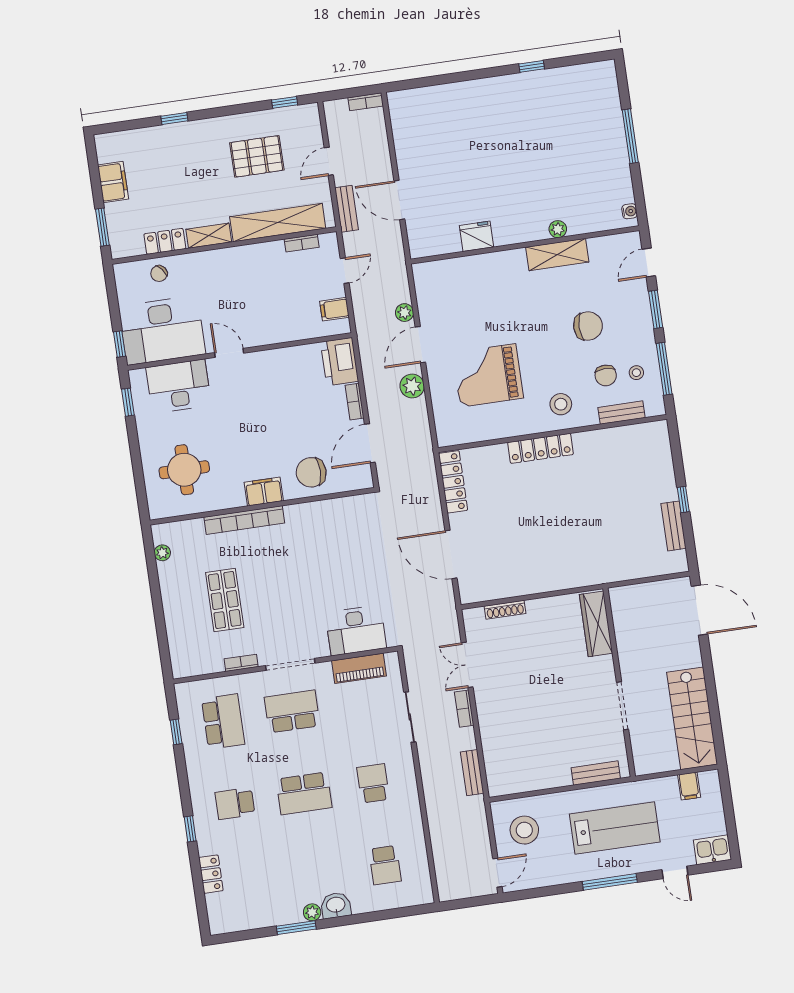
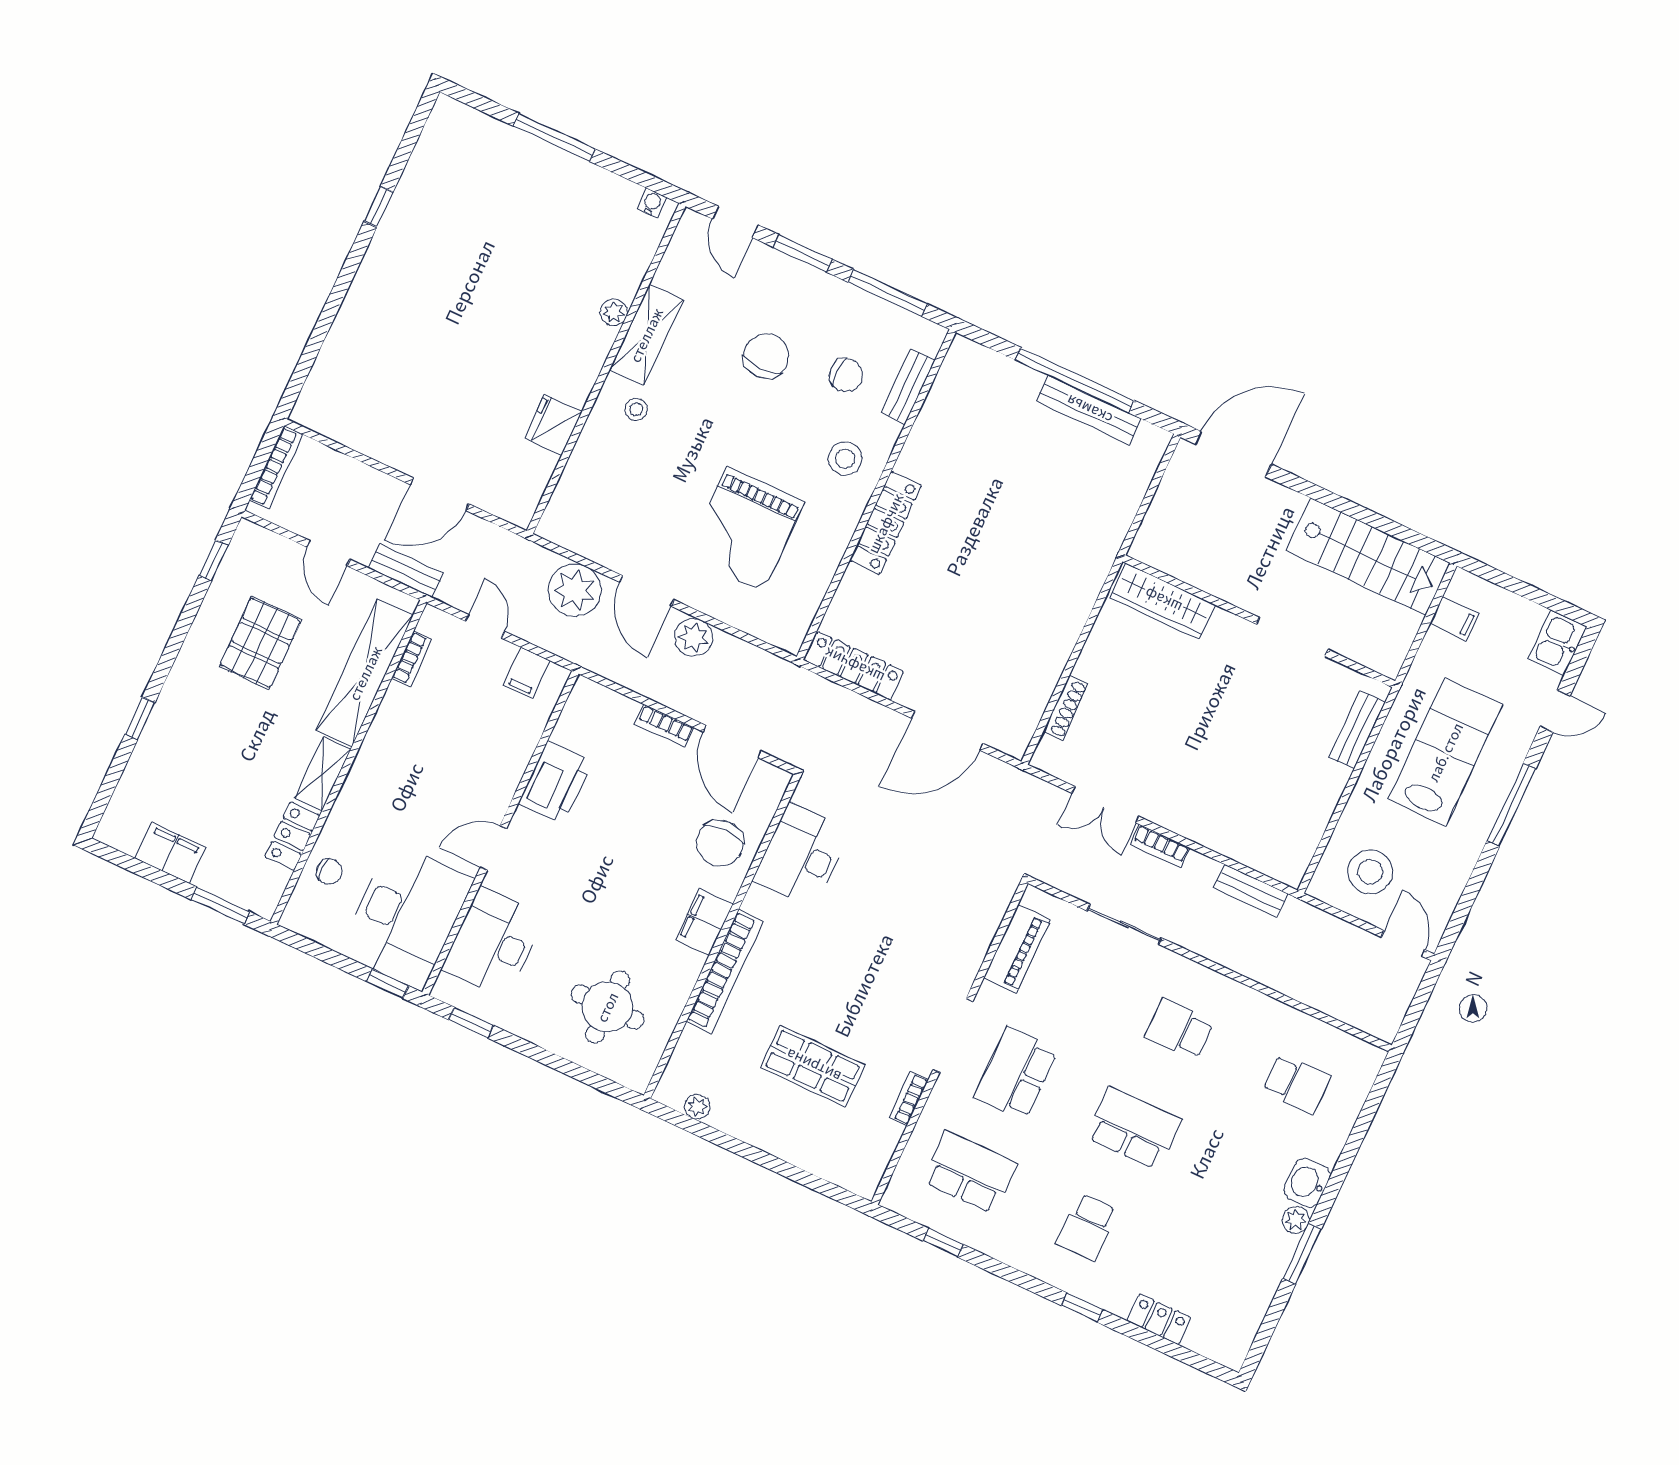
bookcase: (366, 102) -> (276, 467), width x1.56
chair: (159, 274) -> (329, 871), turned -52
plant: (405, 313) -> (575, 590), width x1.88, depth x1.88
printer: (340, 362) -> (555, 783), moved, turned -90
stool: (636, 373) -> (636, 409), moved
window: (683, 499) -> (1075, 380), width x3.17
bench: (674, 526) -> (1089, 410), width x1.36
desk: (356, 630) -> (801, 855), moved, turned 180
school desk: (304, 793) -> (1133, 1128), turned -90

